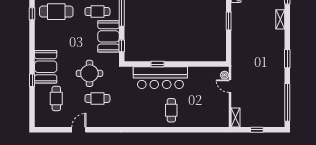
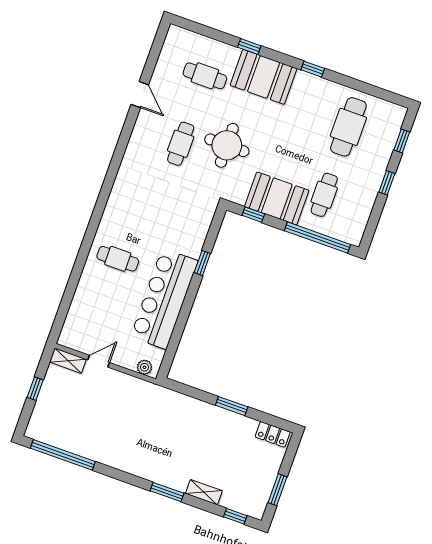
window: (32, 14) -> (313, 69), moved
window: (287, 59) -> (167, 492), moved
bar counter: (160, 78) -> (164, 299), moved
door: (230, 86) -> (99, 361), moved

